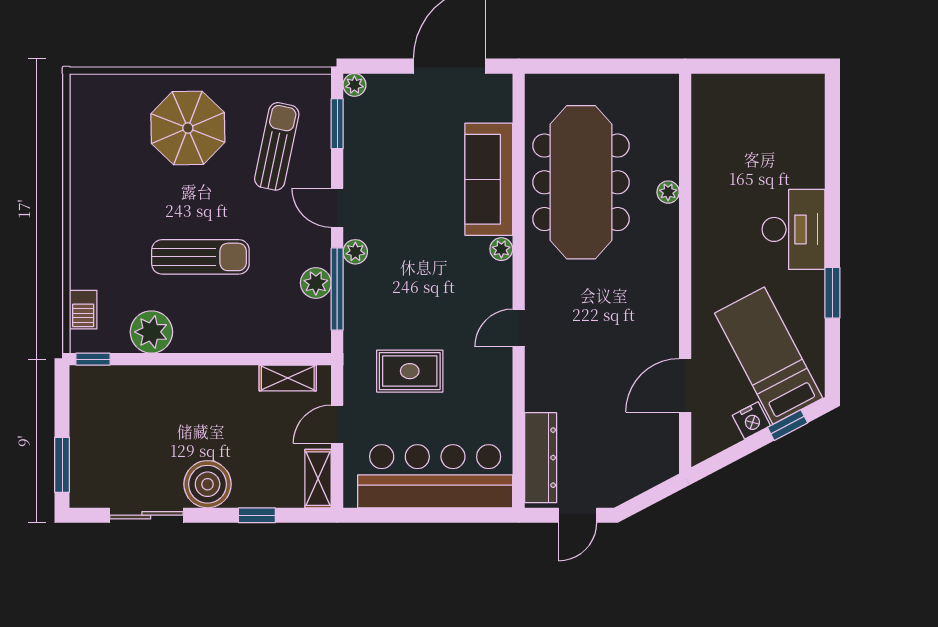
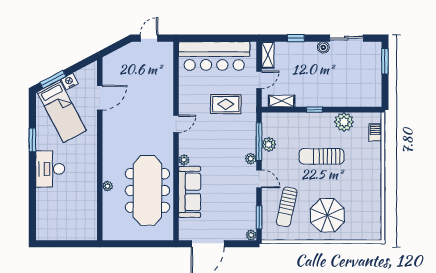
window: (93, 359) -> (314, 110), moved
window: (788, 425) -> (53, 79), width x1.50
dresser: (541, 458) -> (166, 65), removed
boiler: (208, 484) -> (323, 47), width x0.54, depth x0.54

